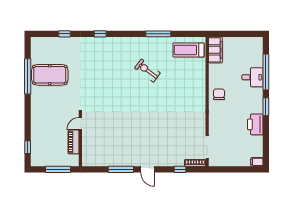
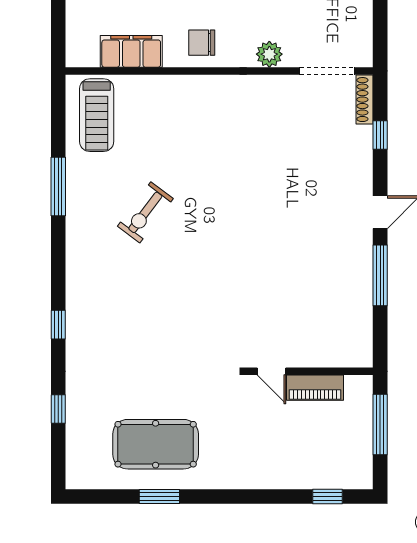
filing cabinet: (215, 50) -> (131, 51), moved
pool table: (50, 75) -> (156, 444), turned 90
window: (28, 76) -> (159, 496), width x0.47
plant: (214, 123) -> (269, 54), added

